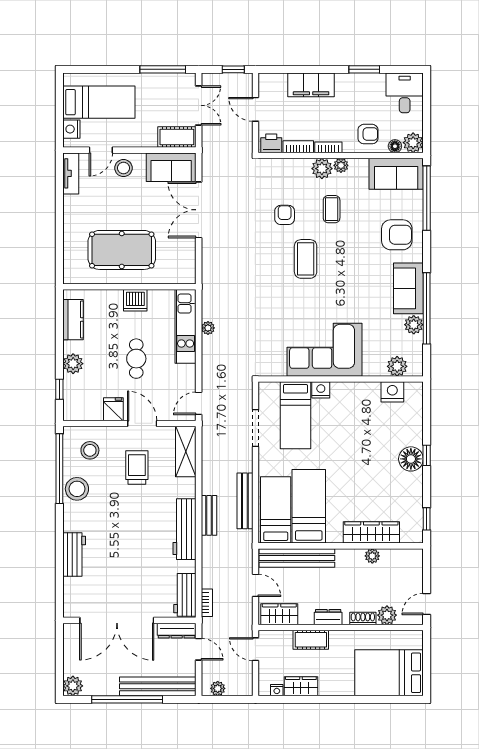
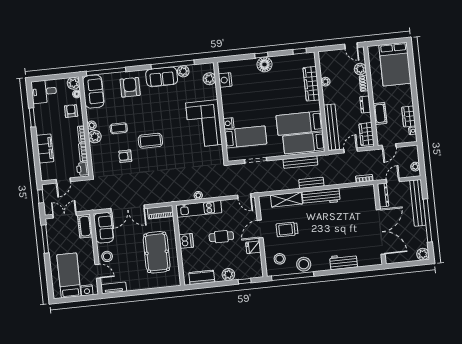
piano: (187, 263) -> (161, 212), added
shelving: (186, 451) -> (286, 200), moved
workbench: (185, 595) -> (361, 192), removed

